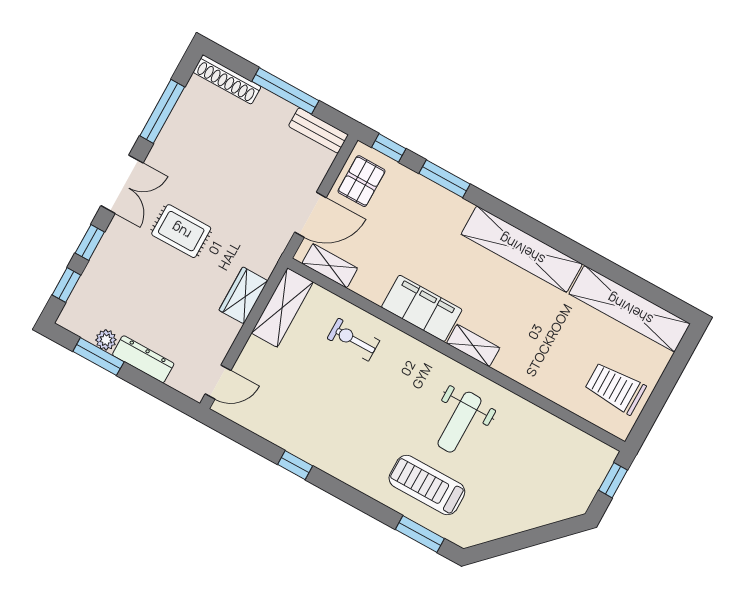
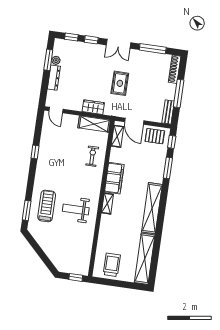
rug: (181, 231) -> (120, 83), moved

